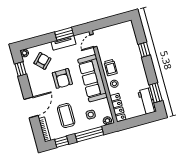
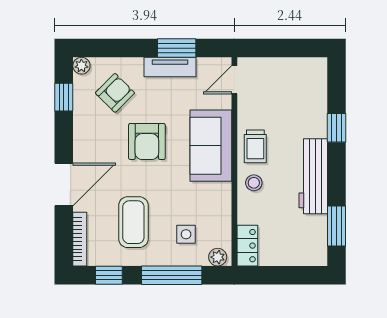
sofa: (93, 78) -> (211, 146), width x0.73
workbench: (147, 101) -> (313, 176), moved, width x1.38
locker: (118, 107) -> (247, 246), width x0.66

